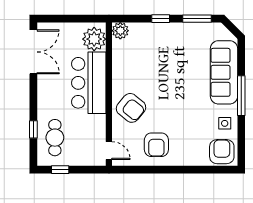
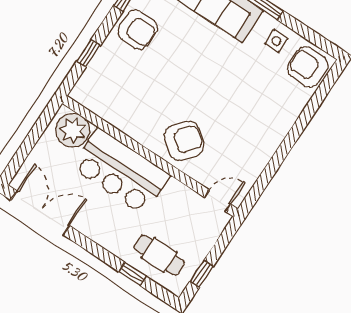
window: (161, 19) -> (88, 54), moved
plant: (120, 31) -> (83, 93), removed
armchair: (156, 145) -> (138, 30), moved

